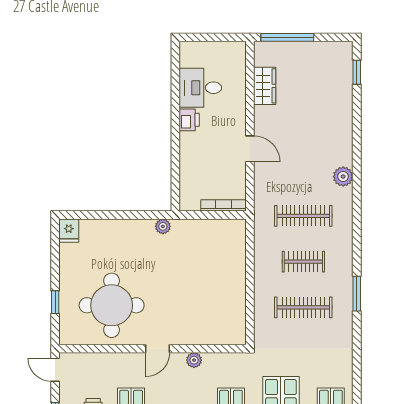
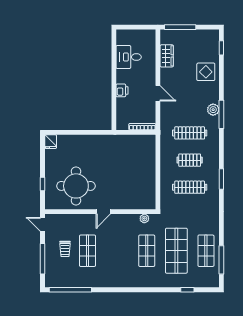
display table: (331, 113) -> (206, 72), added
printer: (189, 120) -> (122, 90), moved
window: (357, 184) -> (221, 114), added
plant: (163, 226) -> (106, 139), removed
plant: (194, 360) -> (144, 218), moved

